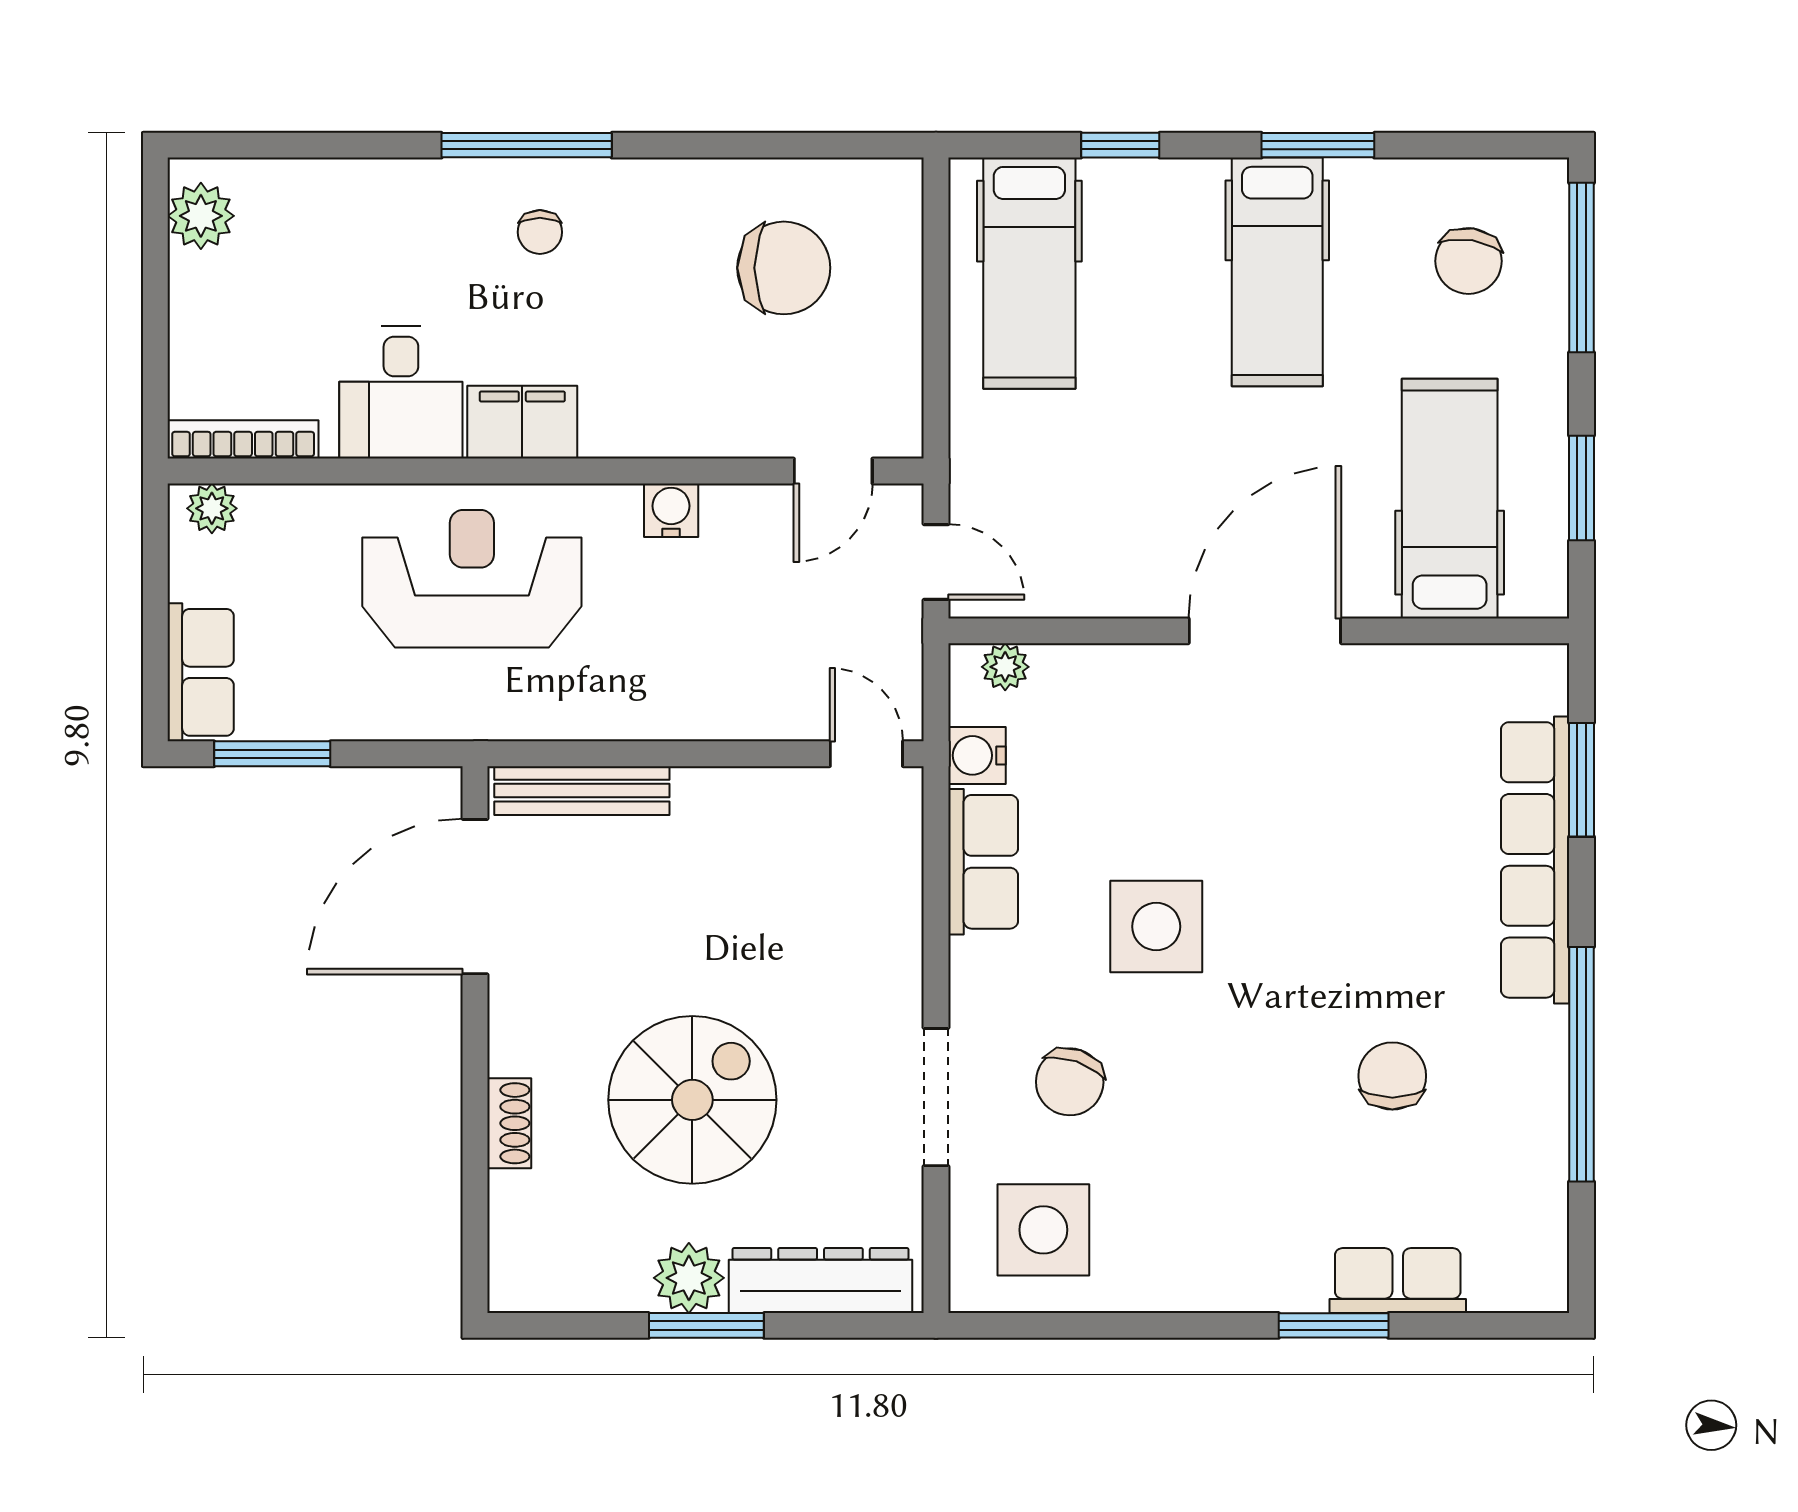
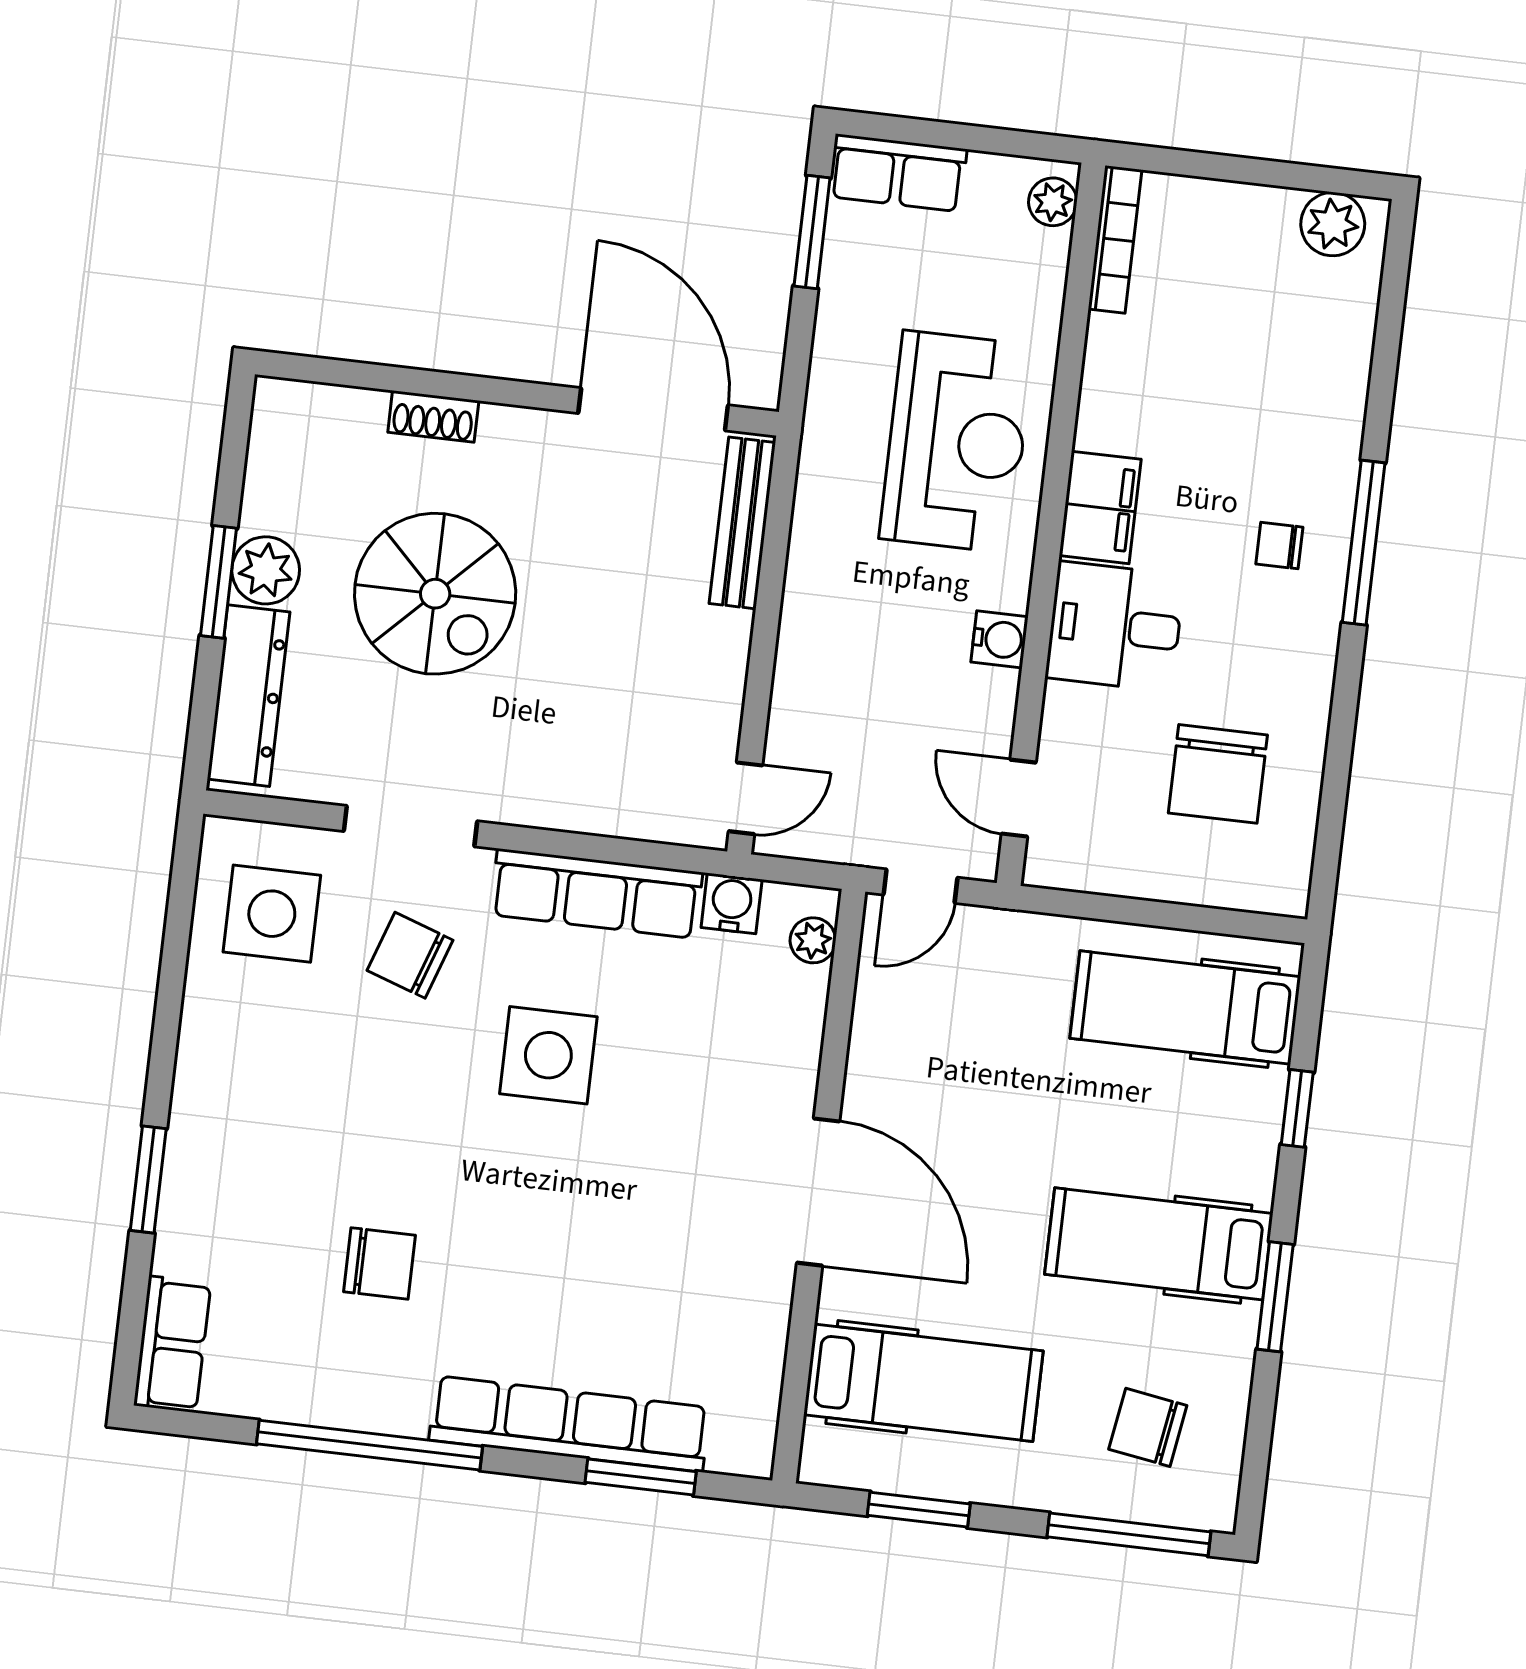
desk: (401, 392) -> (1115, 626), moved
row of seats: (983, 862) -> (596, 894), width x1.48
row of seats: (1398, 1281) -> (172, 1344), moved

